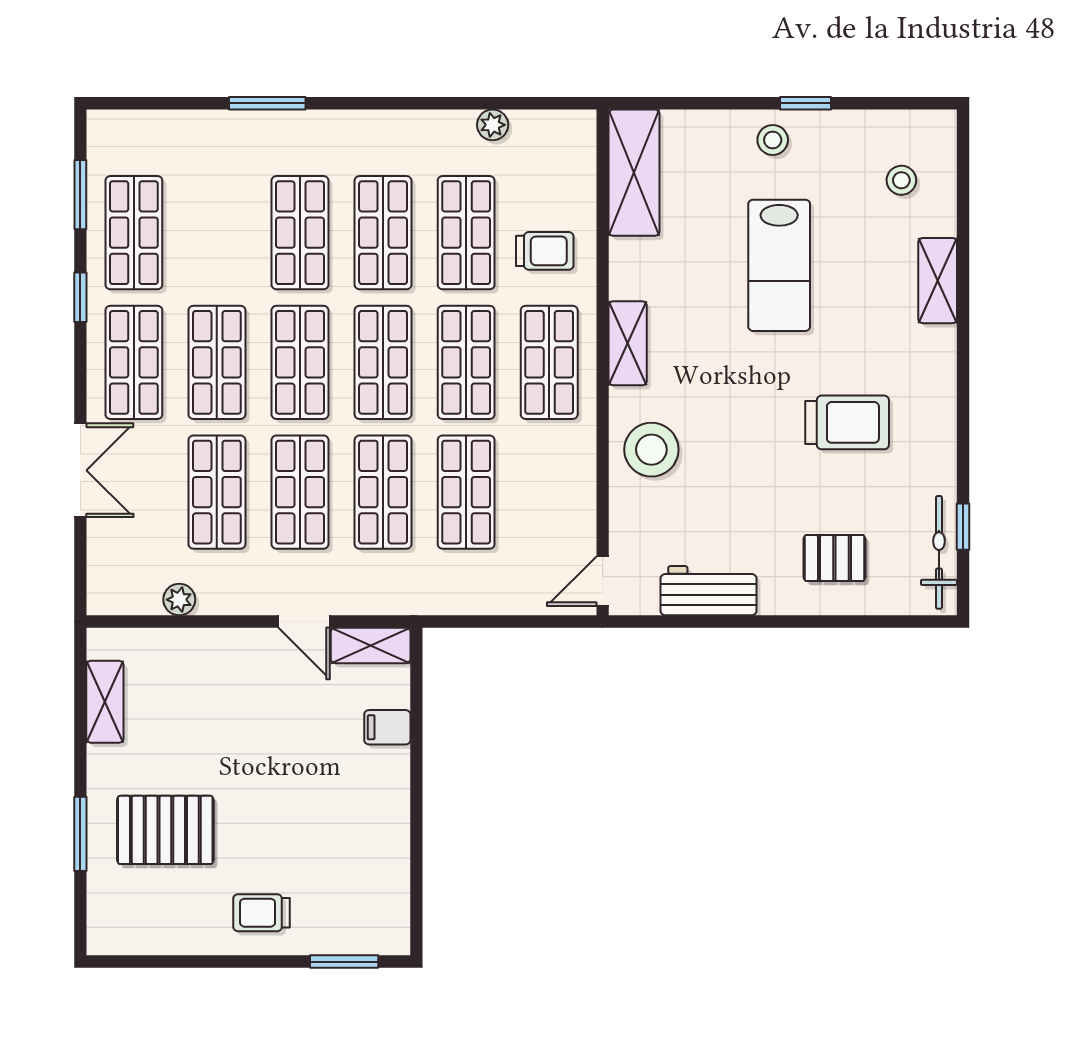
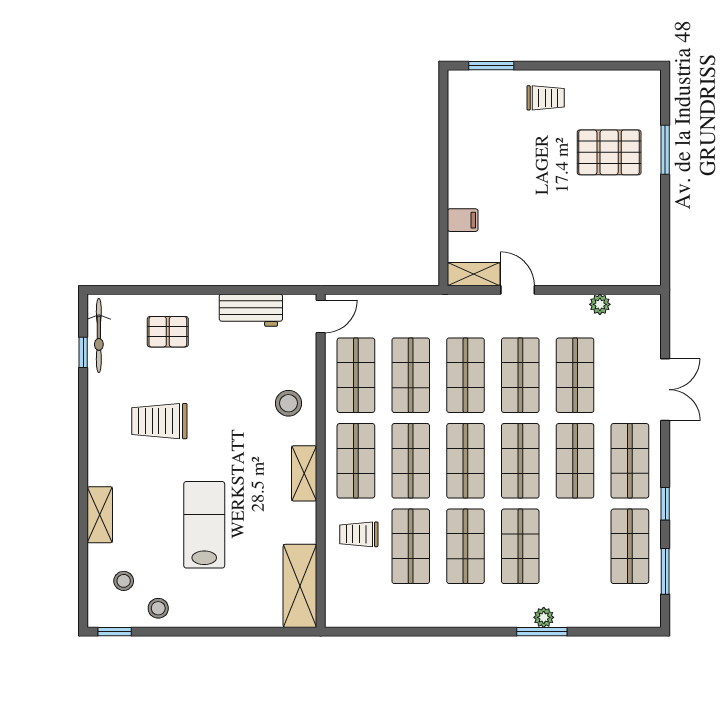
window: (806, 103) -> (115, 632), moved
plant: (493, 125) -> (544, 617), moved
stool: (773, 140) -> (158, 608), moved
stool: (651, 450) -> (289, 403), width x0.73, depth x0.73
double door: (80, 470) -> (665, 390), swing flipped
shop shelf: (549, 492) -> (356, 375), added
shelving: (105, 702) -> (649, 237), removed

